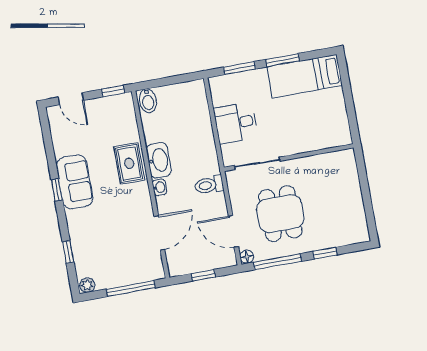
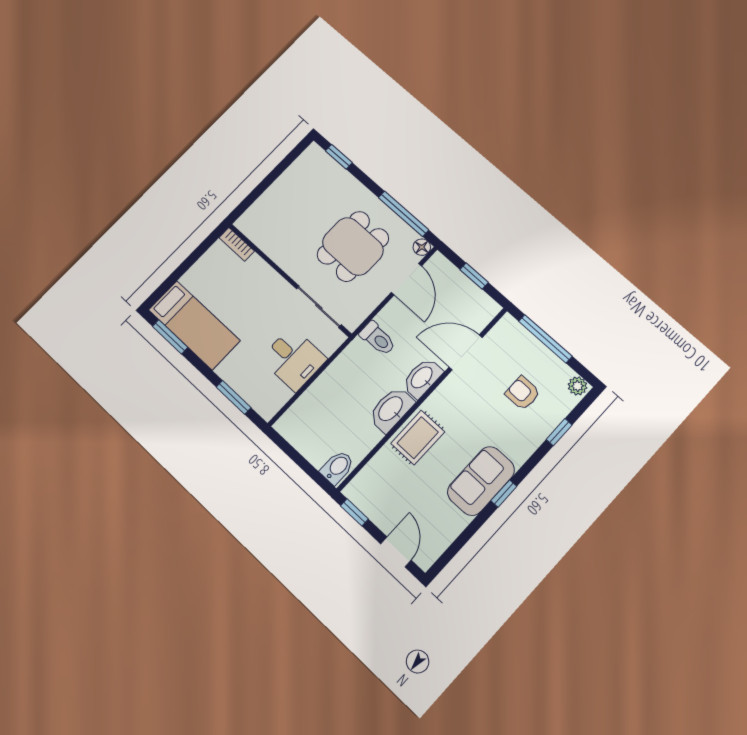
window: (283, 60) -> (170, 337), moved
bookcase: (338, 141) -> (237, 244), added
washbasin: (160, 187) -> (422, 378), width x1.91, depth x1.45
armchair: (108, 248) -> (523, 393), added
window: (325, 253) -> (339, 157), moved

